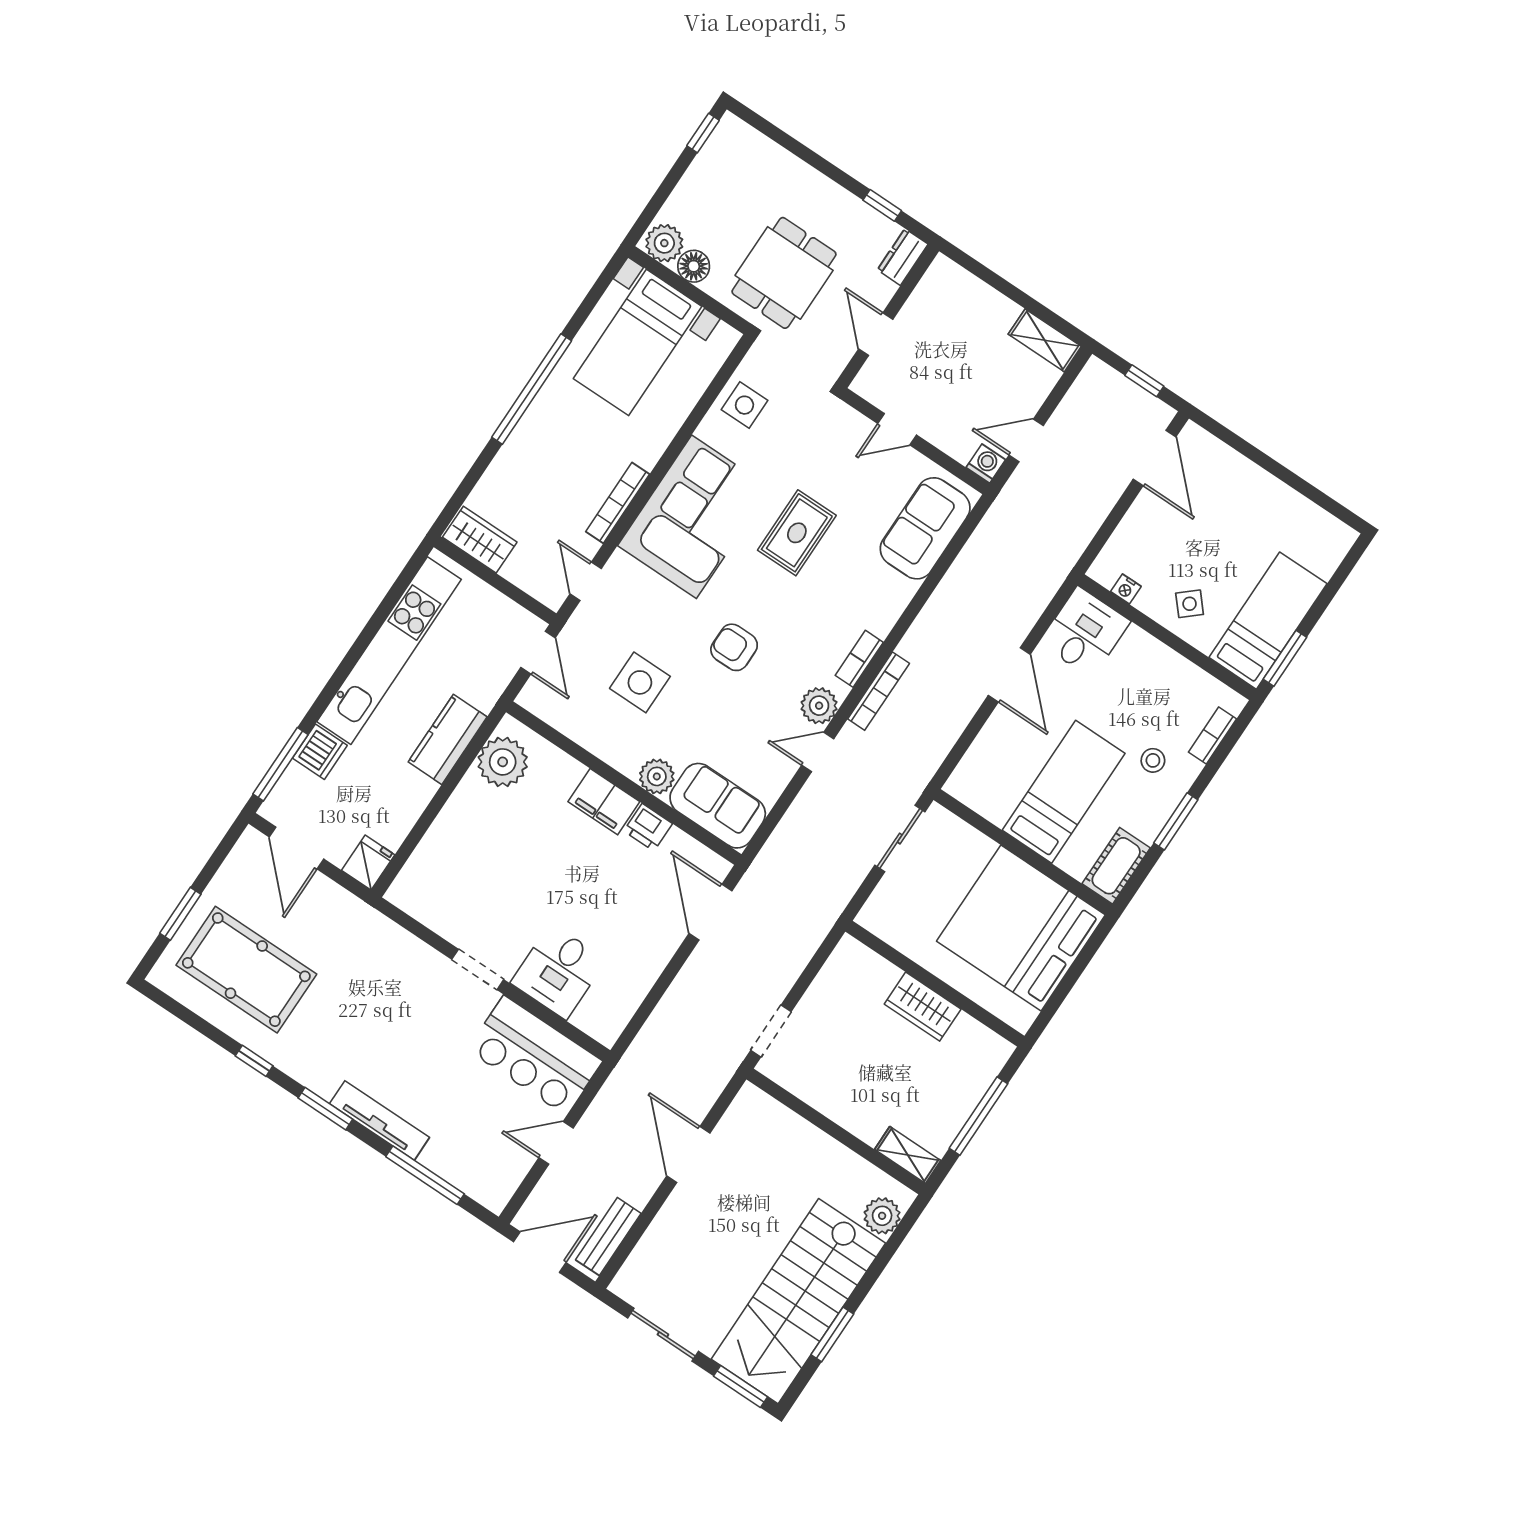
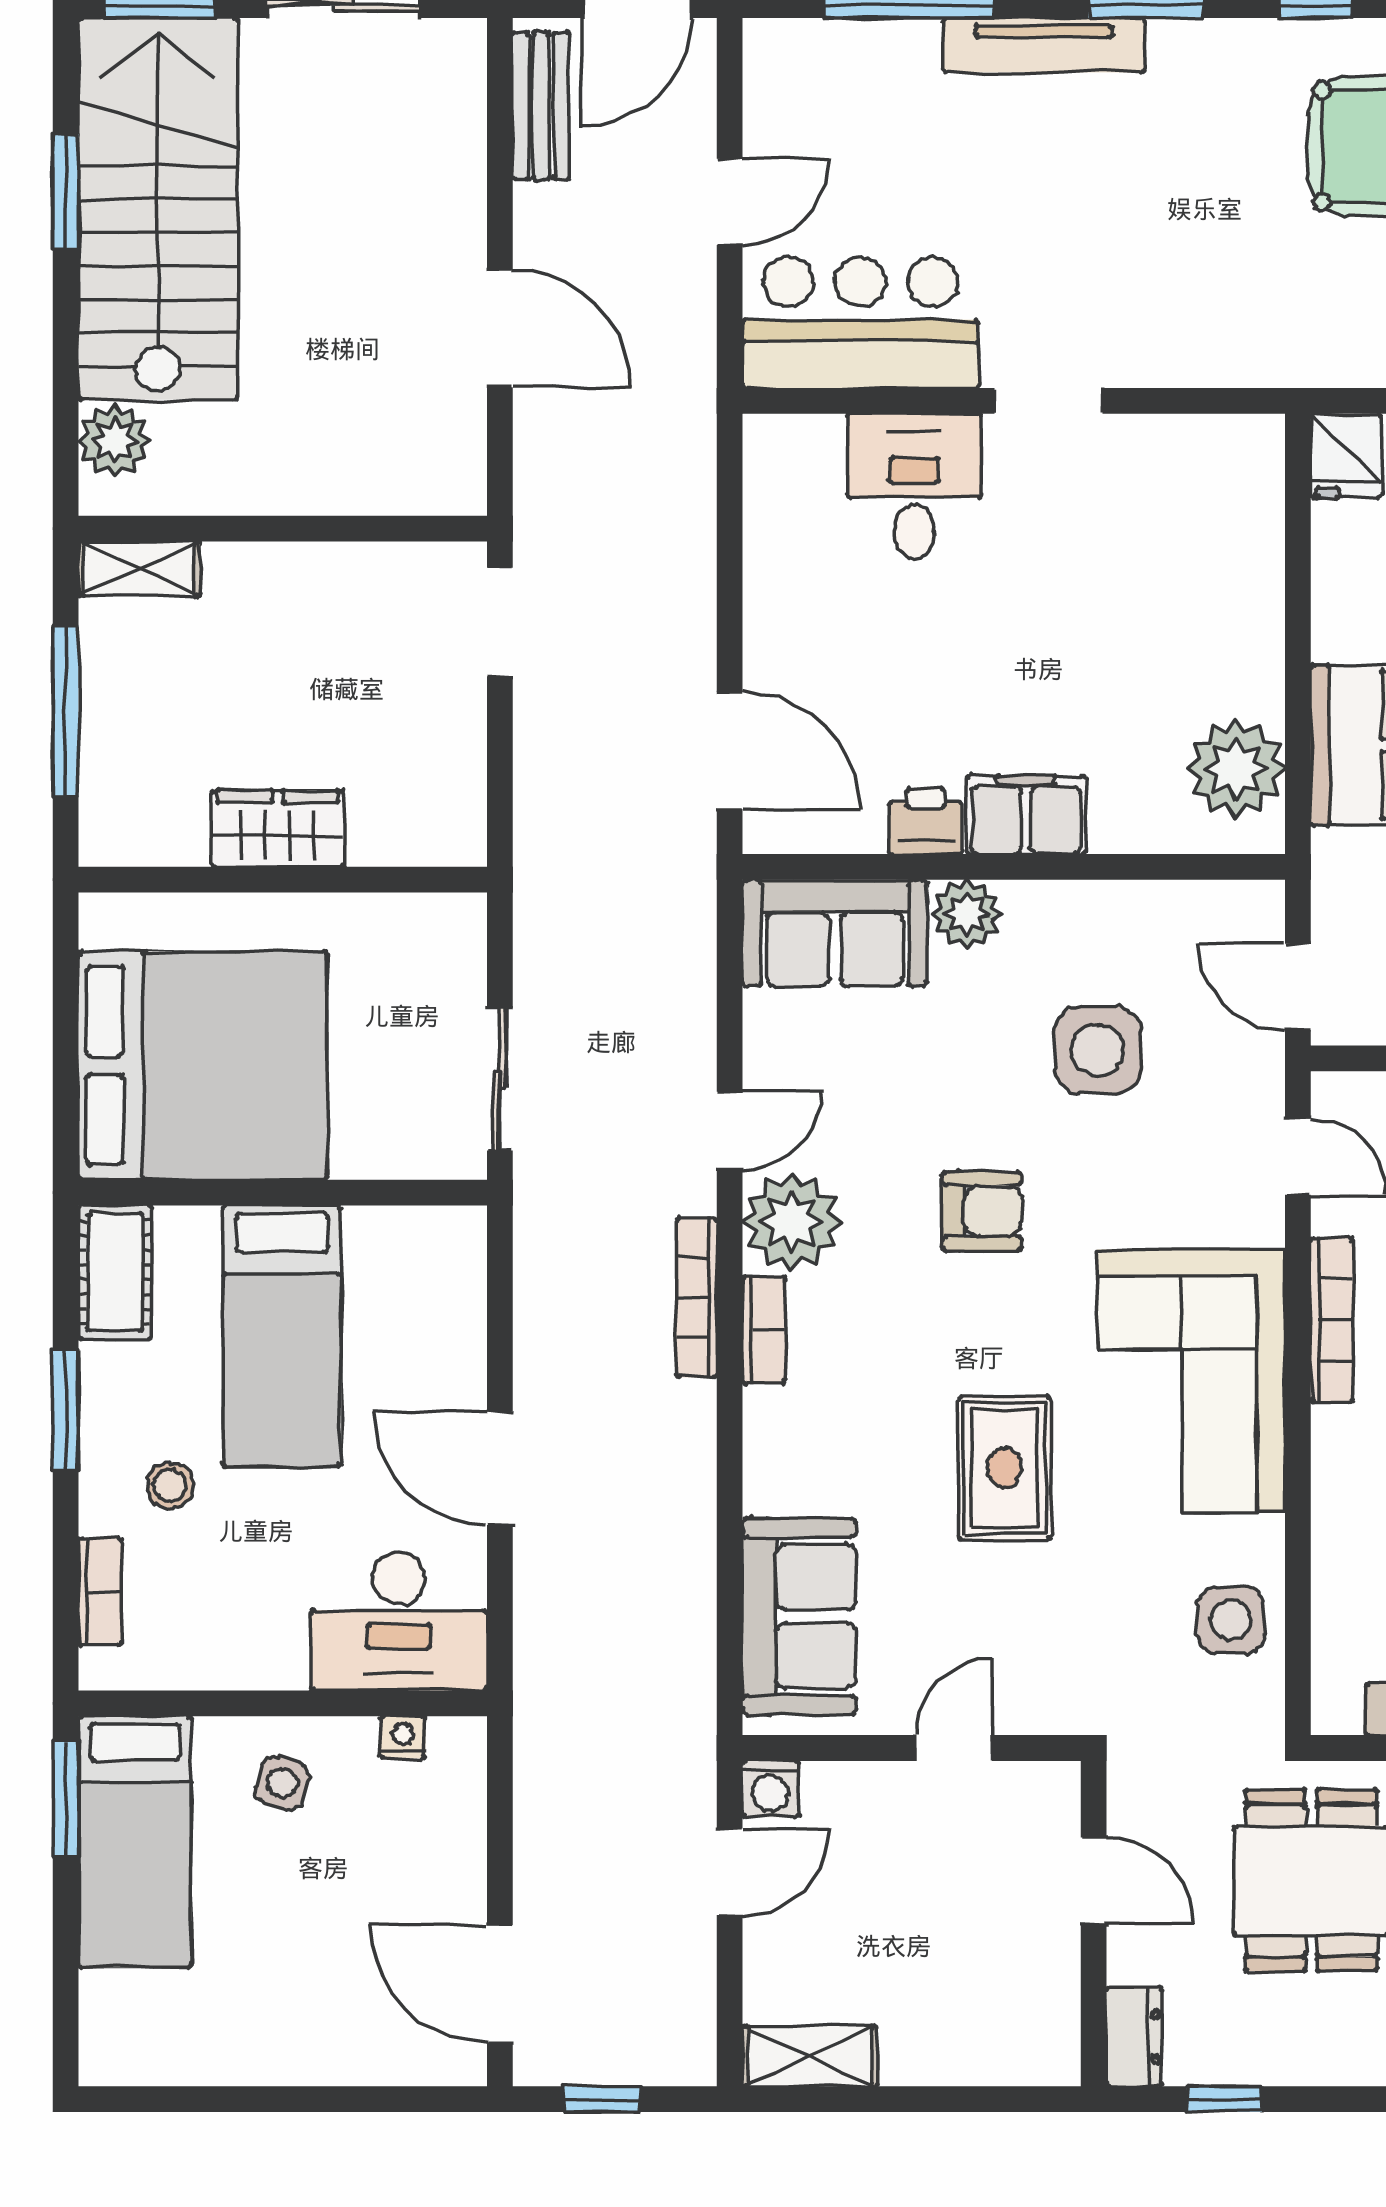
side table: (1190, 604) -> (282, 1783), turned -31
desk: (1085, 632) -> (399, 1621), width x1.37
plant: (819, 706) -> (791, 1222), width x1.36, depth x1.36

